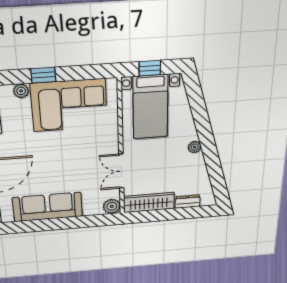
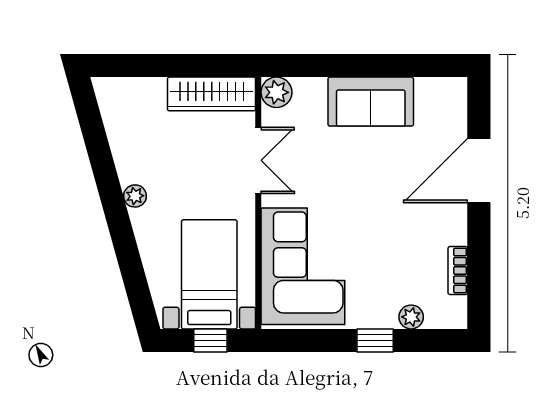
corner sofa: (69, 105) -> (303, 266), moved, turned 90
dresser: (188, 202) -> (144, 89), removed
sofa: (48, 207) -> (371, 102), width x0.73

